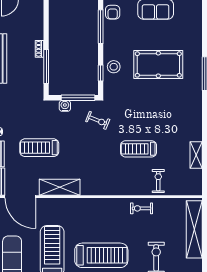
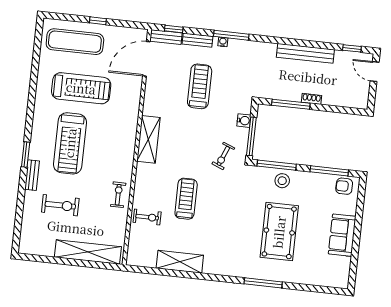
window: (101, 73) -> (277, 165), width x2.17
shelving: (196, 155) -> (180, 262), width x1.50, depth x1.33
shelving: (60, 187) -> (148, 139), moved

